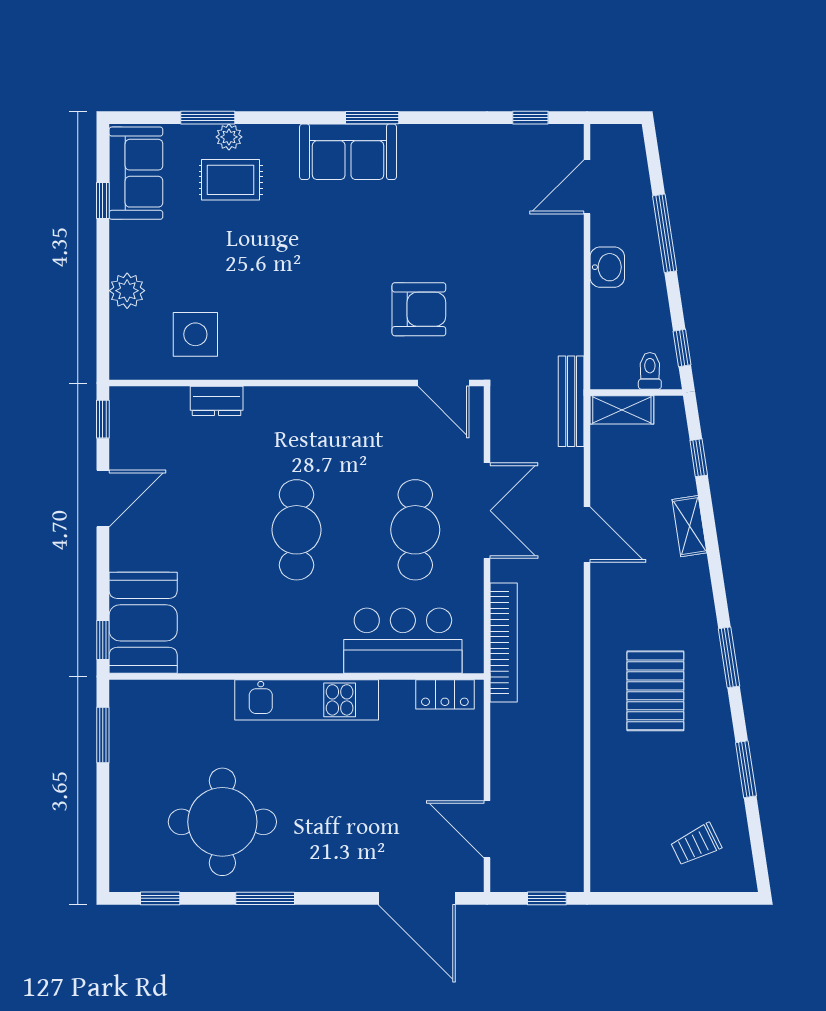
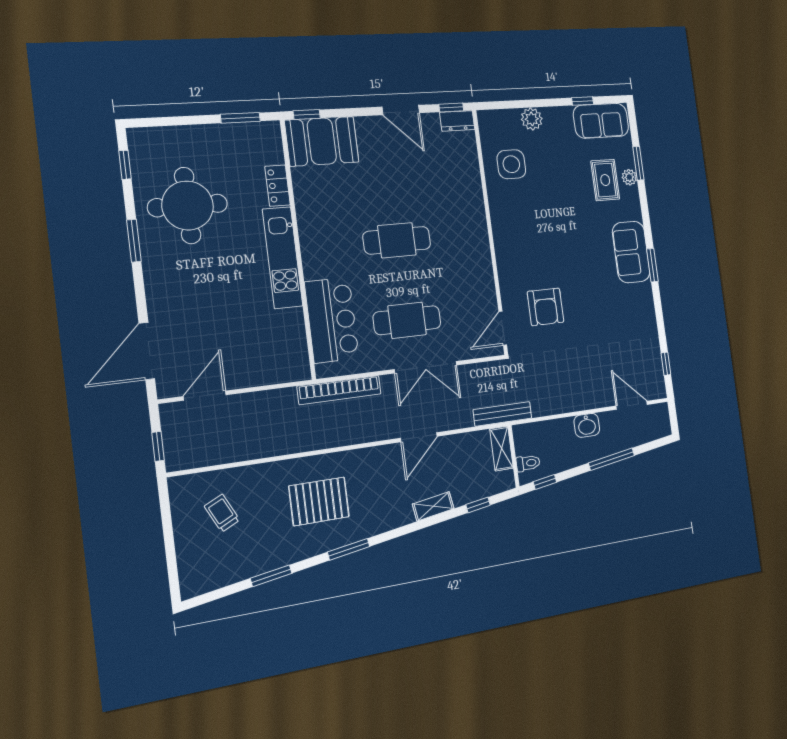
dresser: (217, 401) -> (457, 121), moved, turned -90
locker: (445, 694) -> (278, 186), moved
trolley: (696, 844) -> (222, 513), moved

